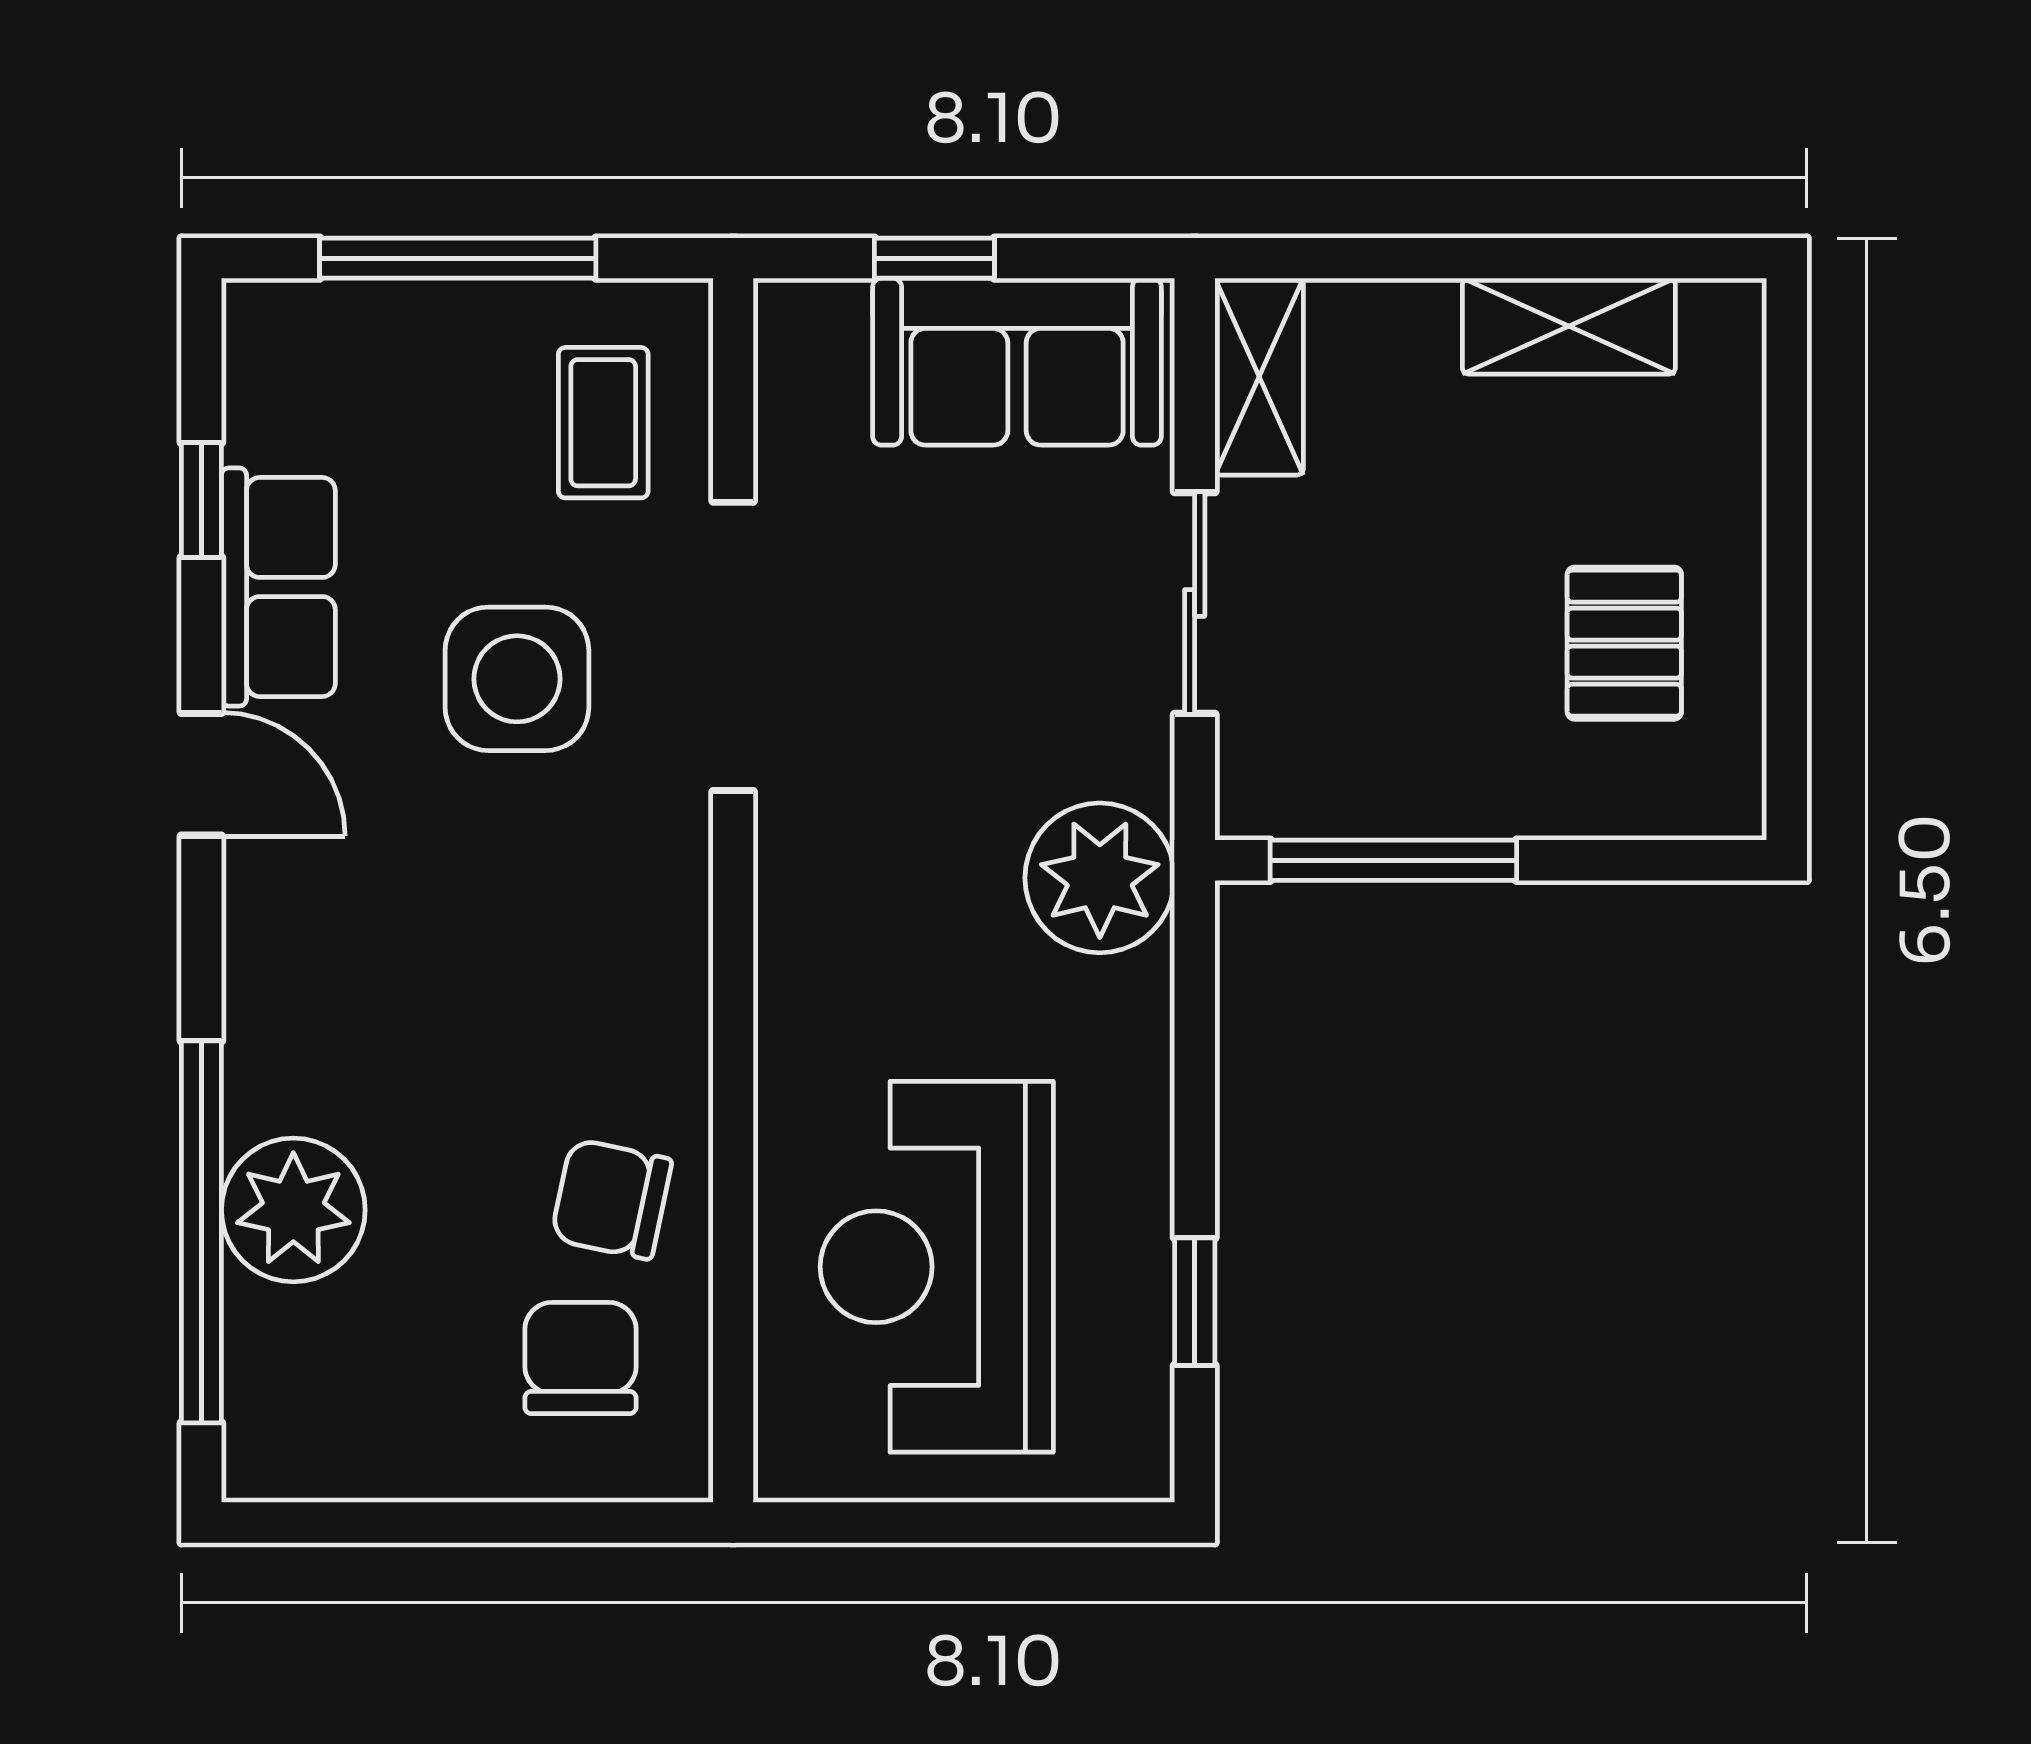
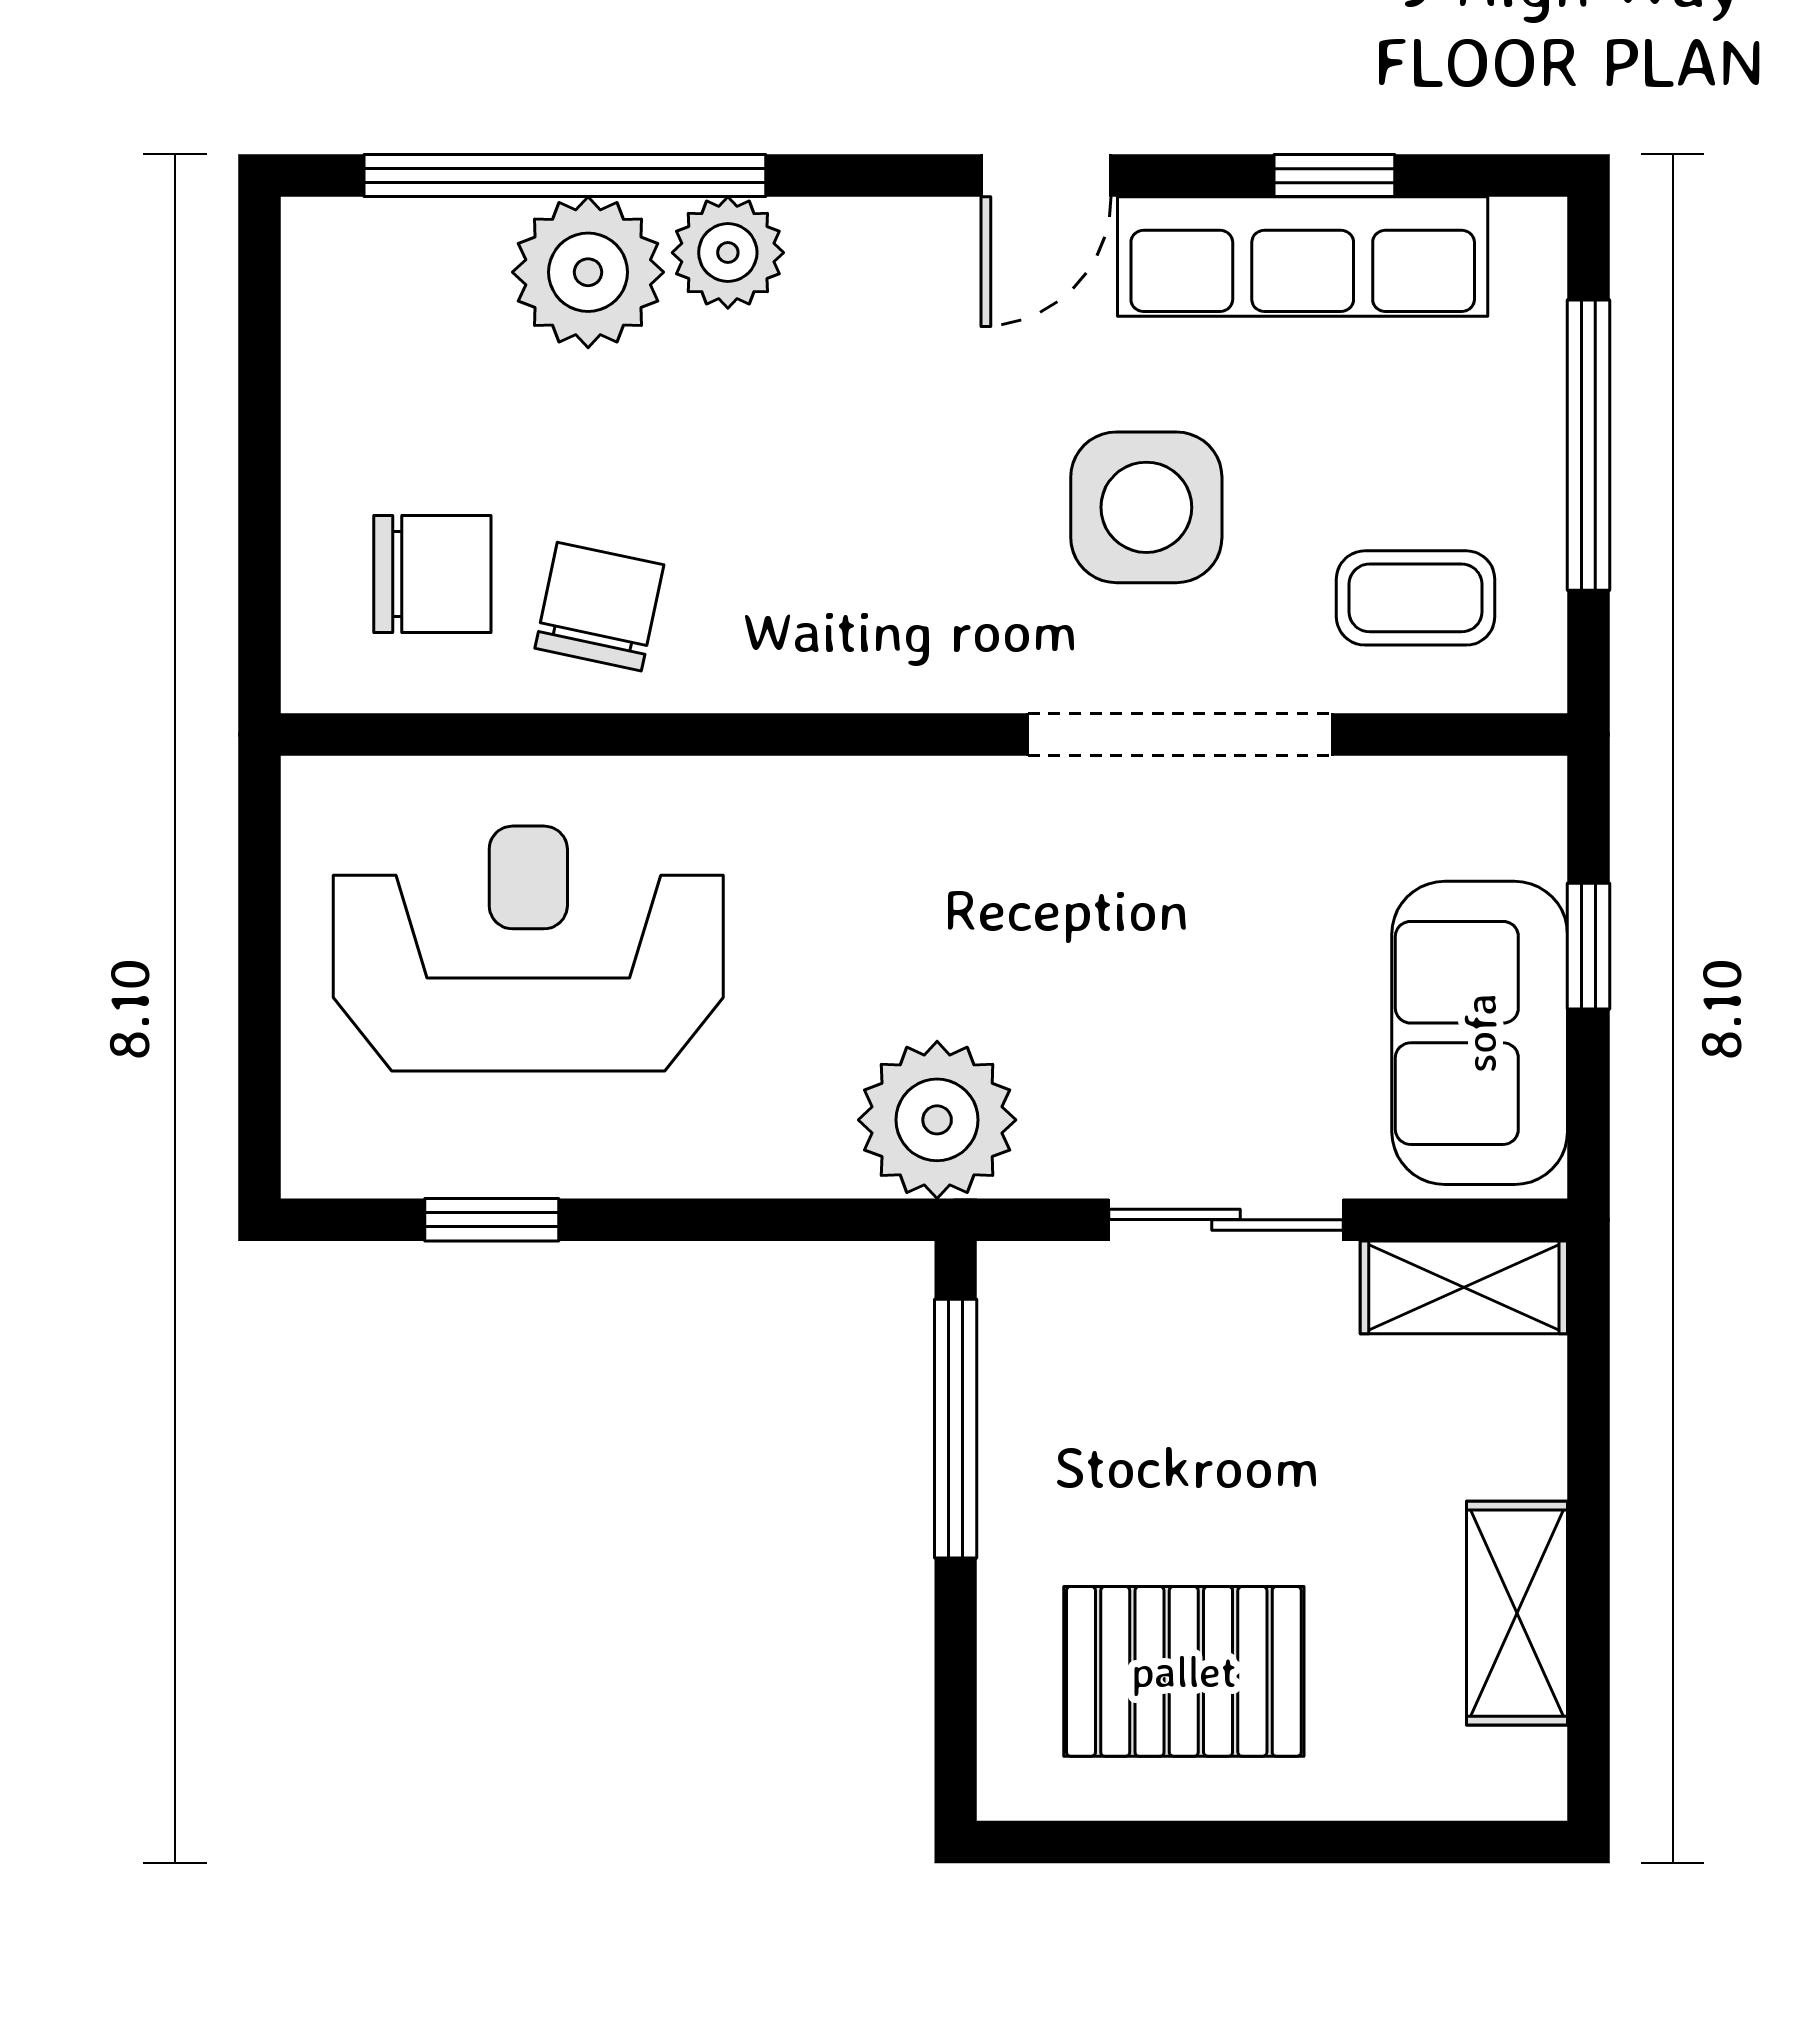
row of seats: (278, 587) -> (1303, 257), width x1.48
pallet: (1624, 643) -> (1184, 1671), width x1.50, depth x1.42
plant: (275, 1077) -> (728, 253), added

